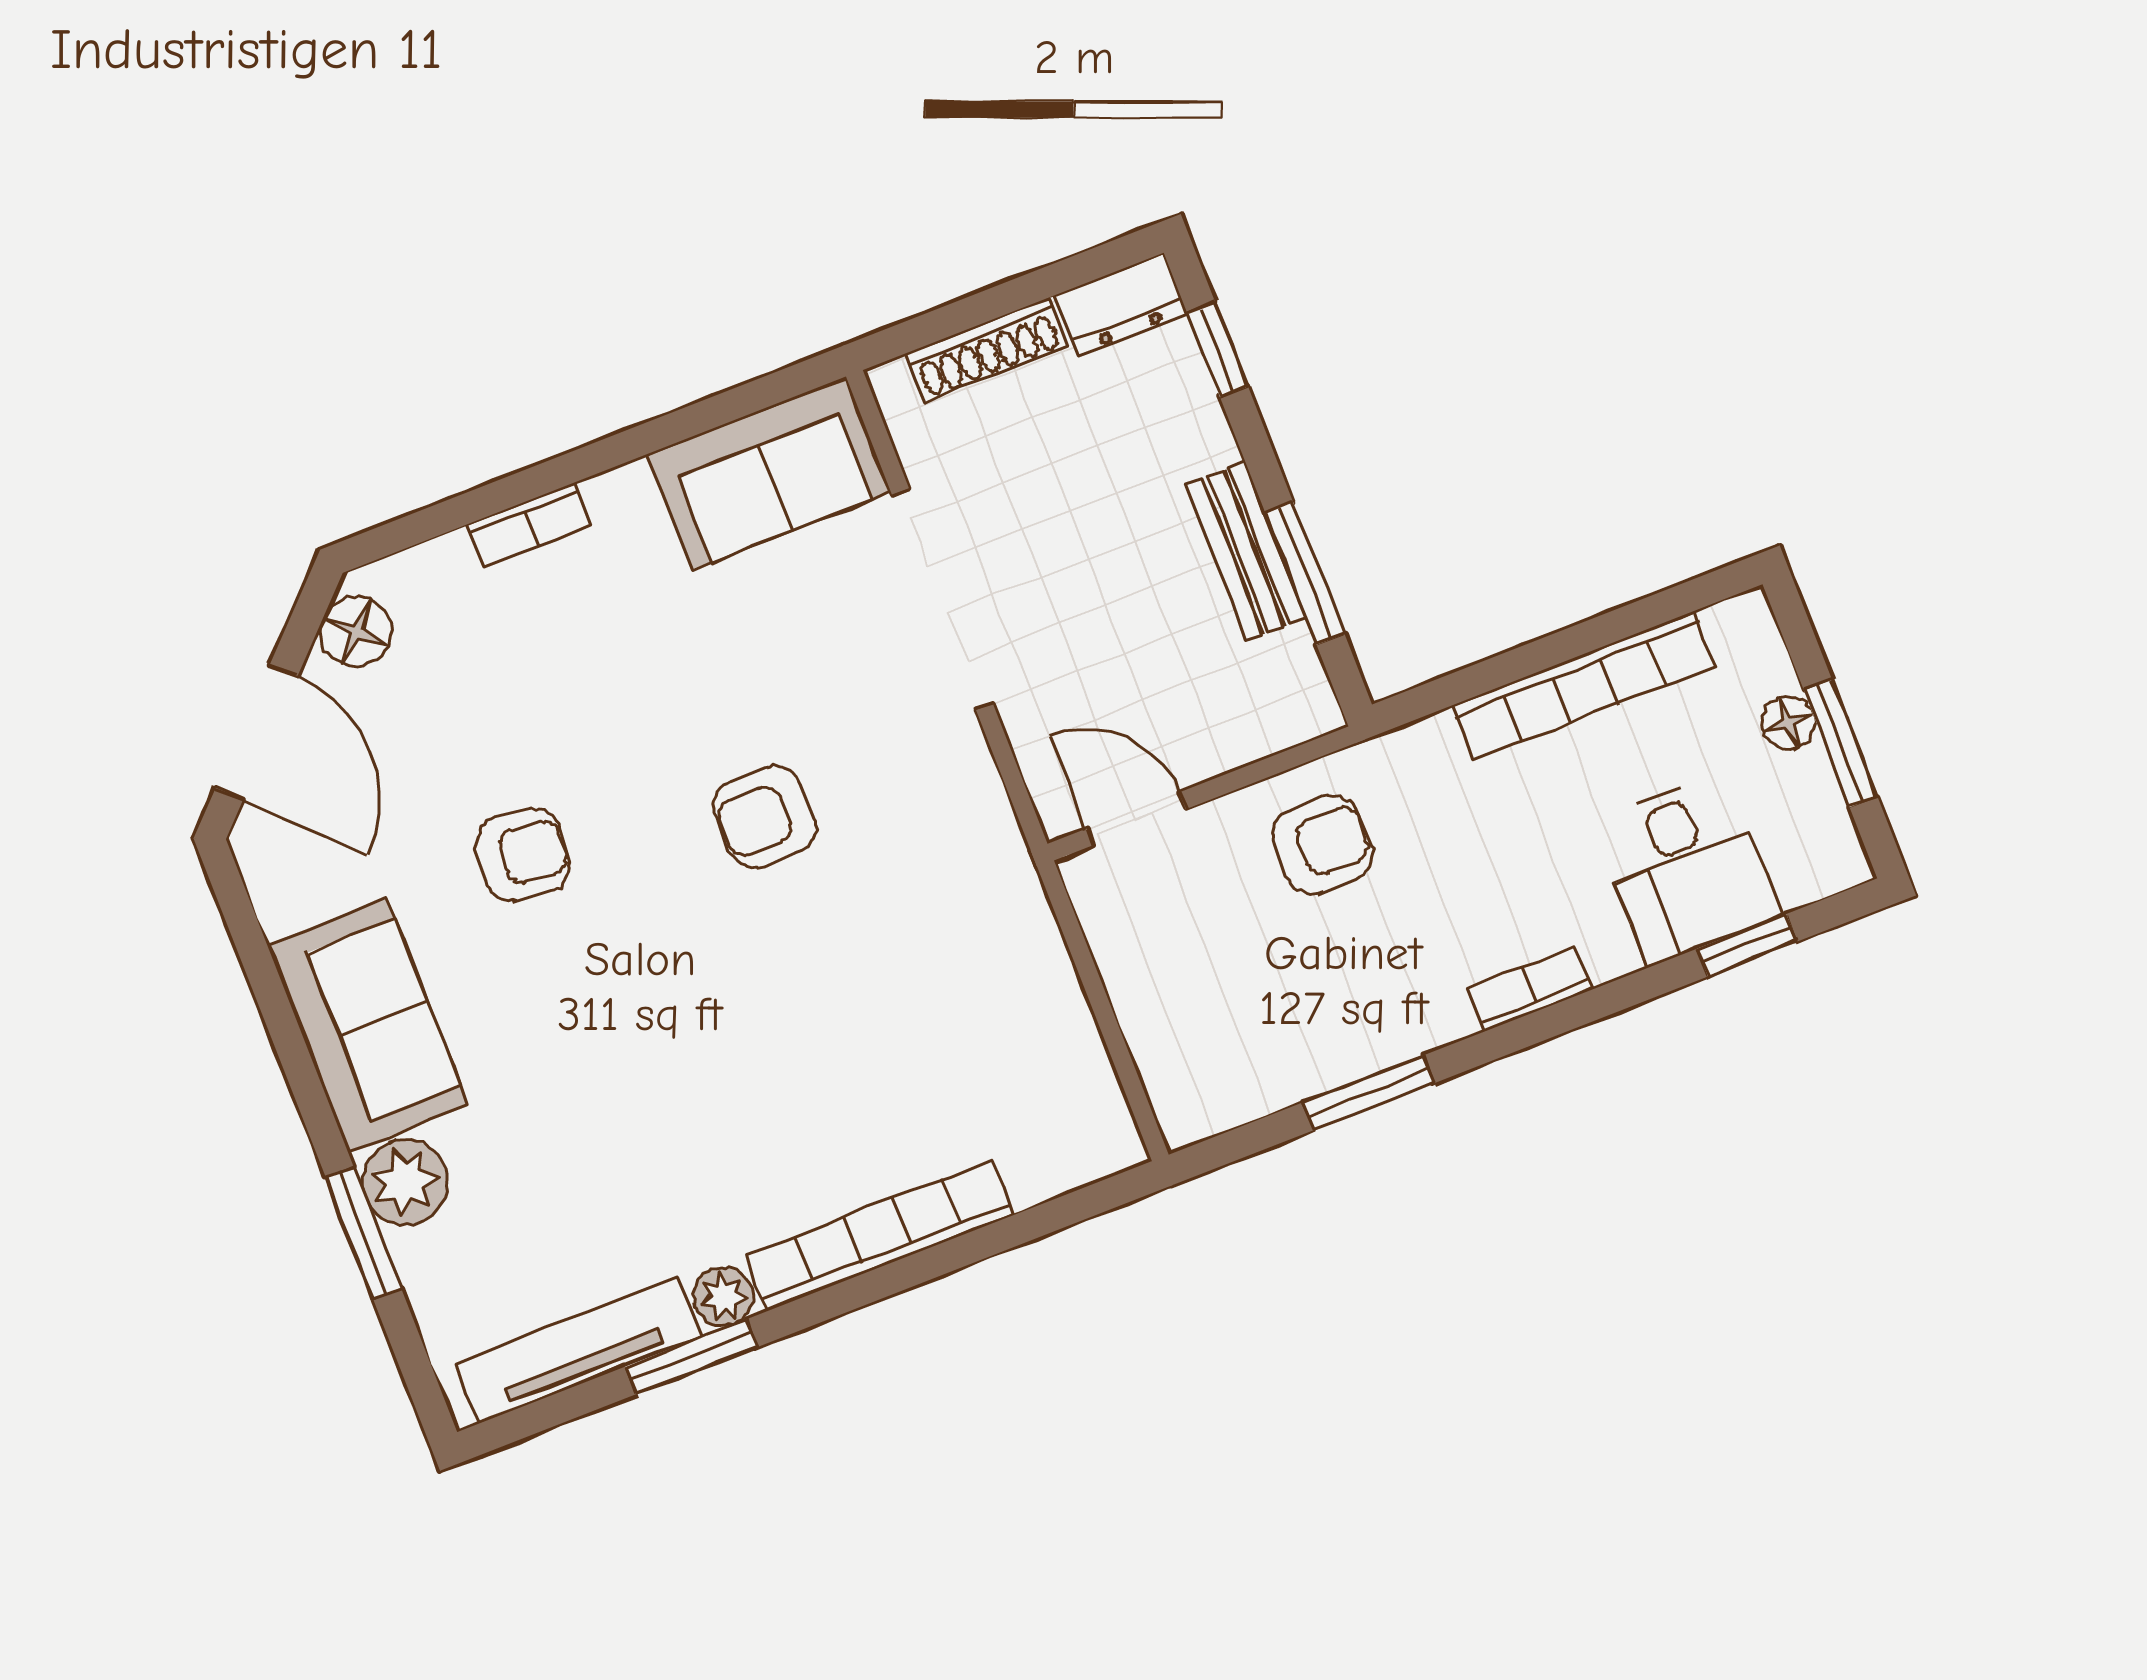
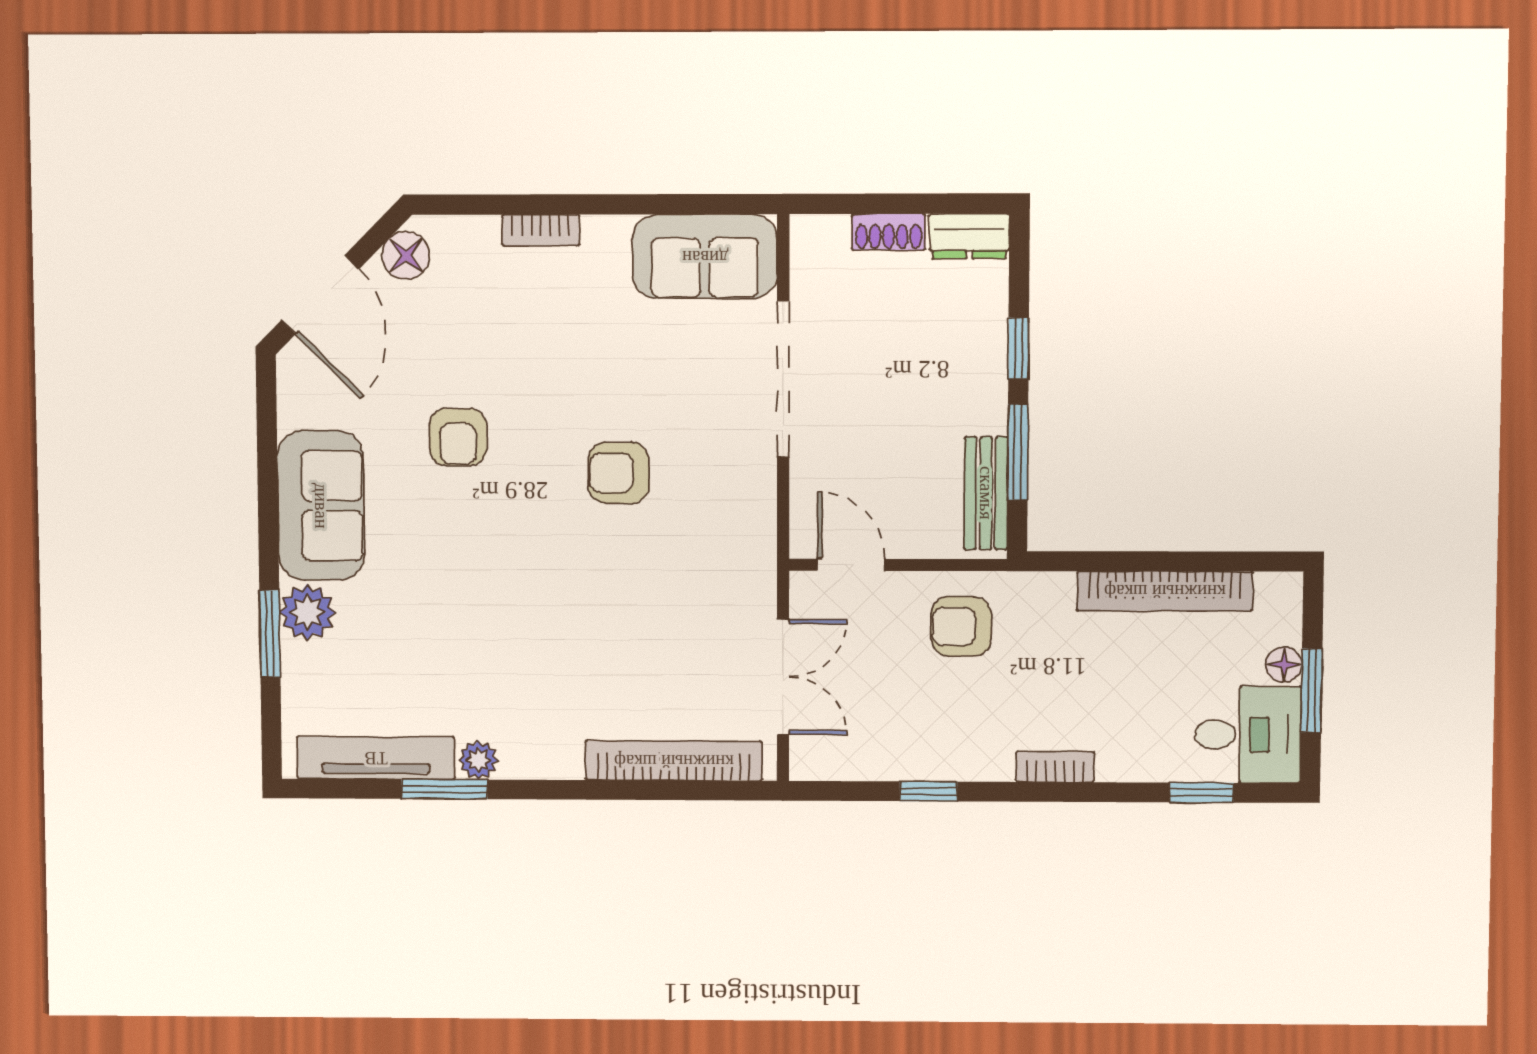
shoe rack: (987, 350) -> (889, 232), width x0.70
window: (1218, 350) -> (1019, 348), moved
bench: (1246, 551) -> (986, 493), moved
armchair: (1323, 845) -> (961, 626), turned 180
armchair: (523, 854) -> (458, 437), turned 83
desk: (1687, 869) -> (1248, 735), moved, turned -90
double door: (1103, 1012) -> (783, 677), added
window: (1369, 1093) -> (929, 791), width x0.67
bookcase: (879, 1235) -> (674, 761), moved

